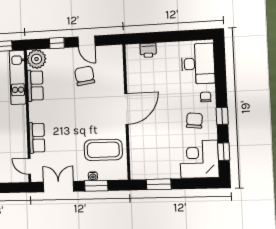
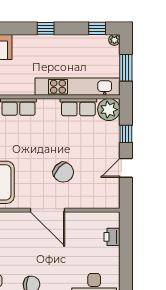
chair: (85, 76) -> (63, 172), moved, turned 50
kitchen unit: (18, 77) -> (78, 87), width x1.36

